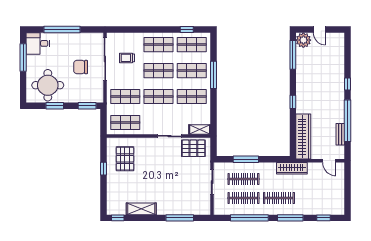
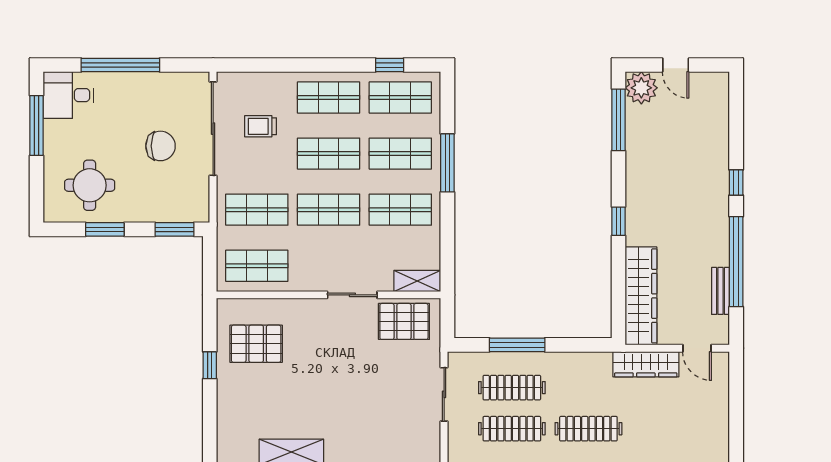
chair: (81, 67) -> (160, 146), turned 180
round table: (48, 85) -> (90, 185), width x0.73, depth x0.73
pallet: (125, 159) -> (256, 344), turned 90
wardrobe: (292, 168) -> (646, 364), moved

